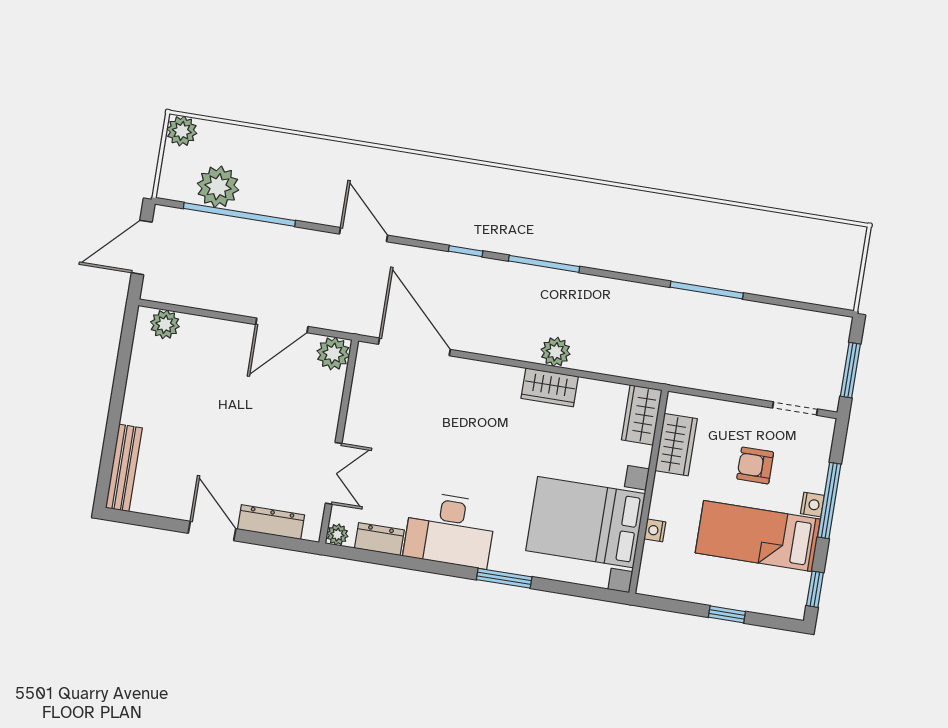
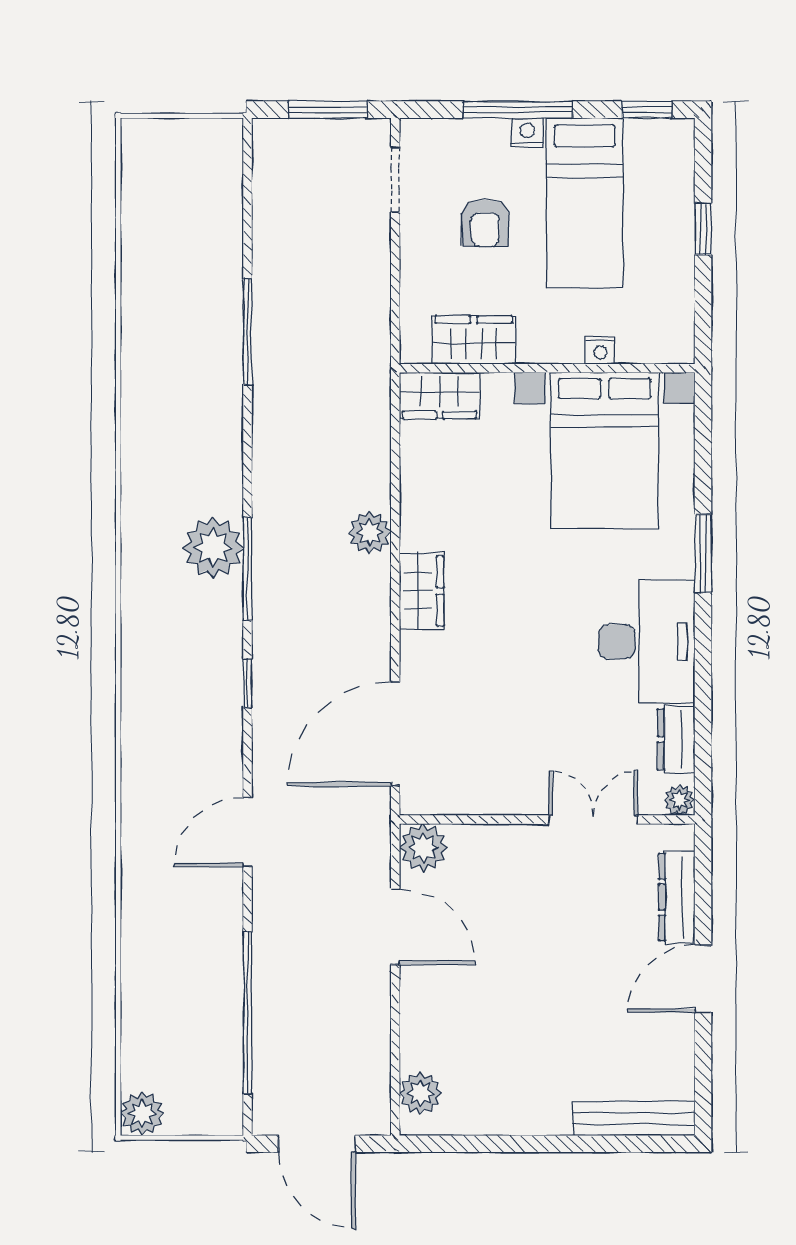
plant: (218, 187) -> (213, 548), moved
wardrobe: (550, 387) -> (422, 591), moved

